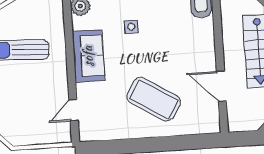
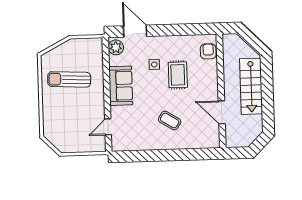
rug: (162, 39) -> (178, 75), added
coffee table: (154, 99) -> (170, 121), width x0.54, depth x0.58

